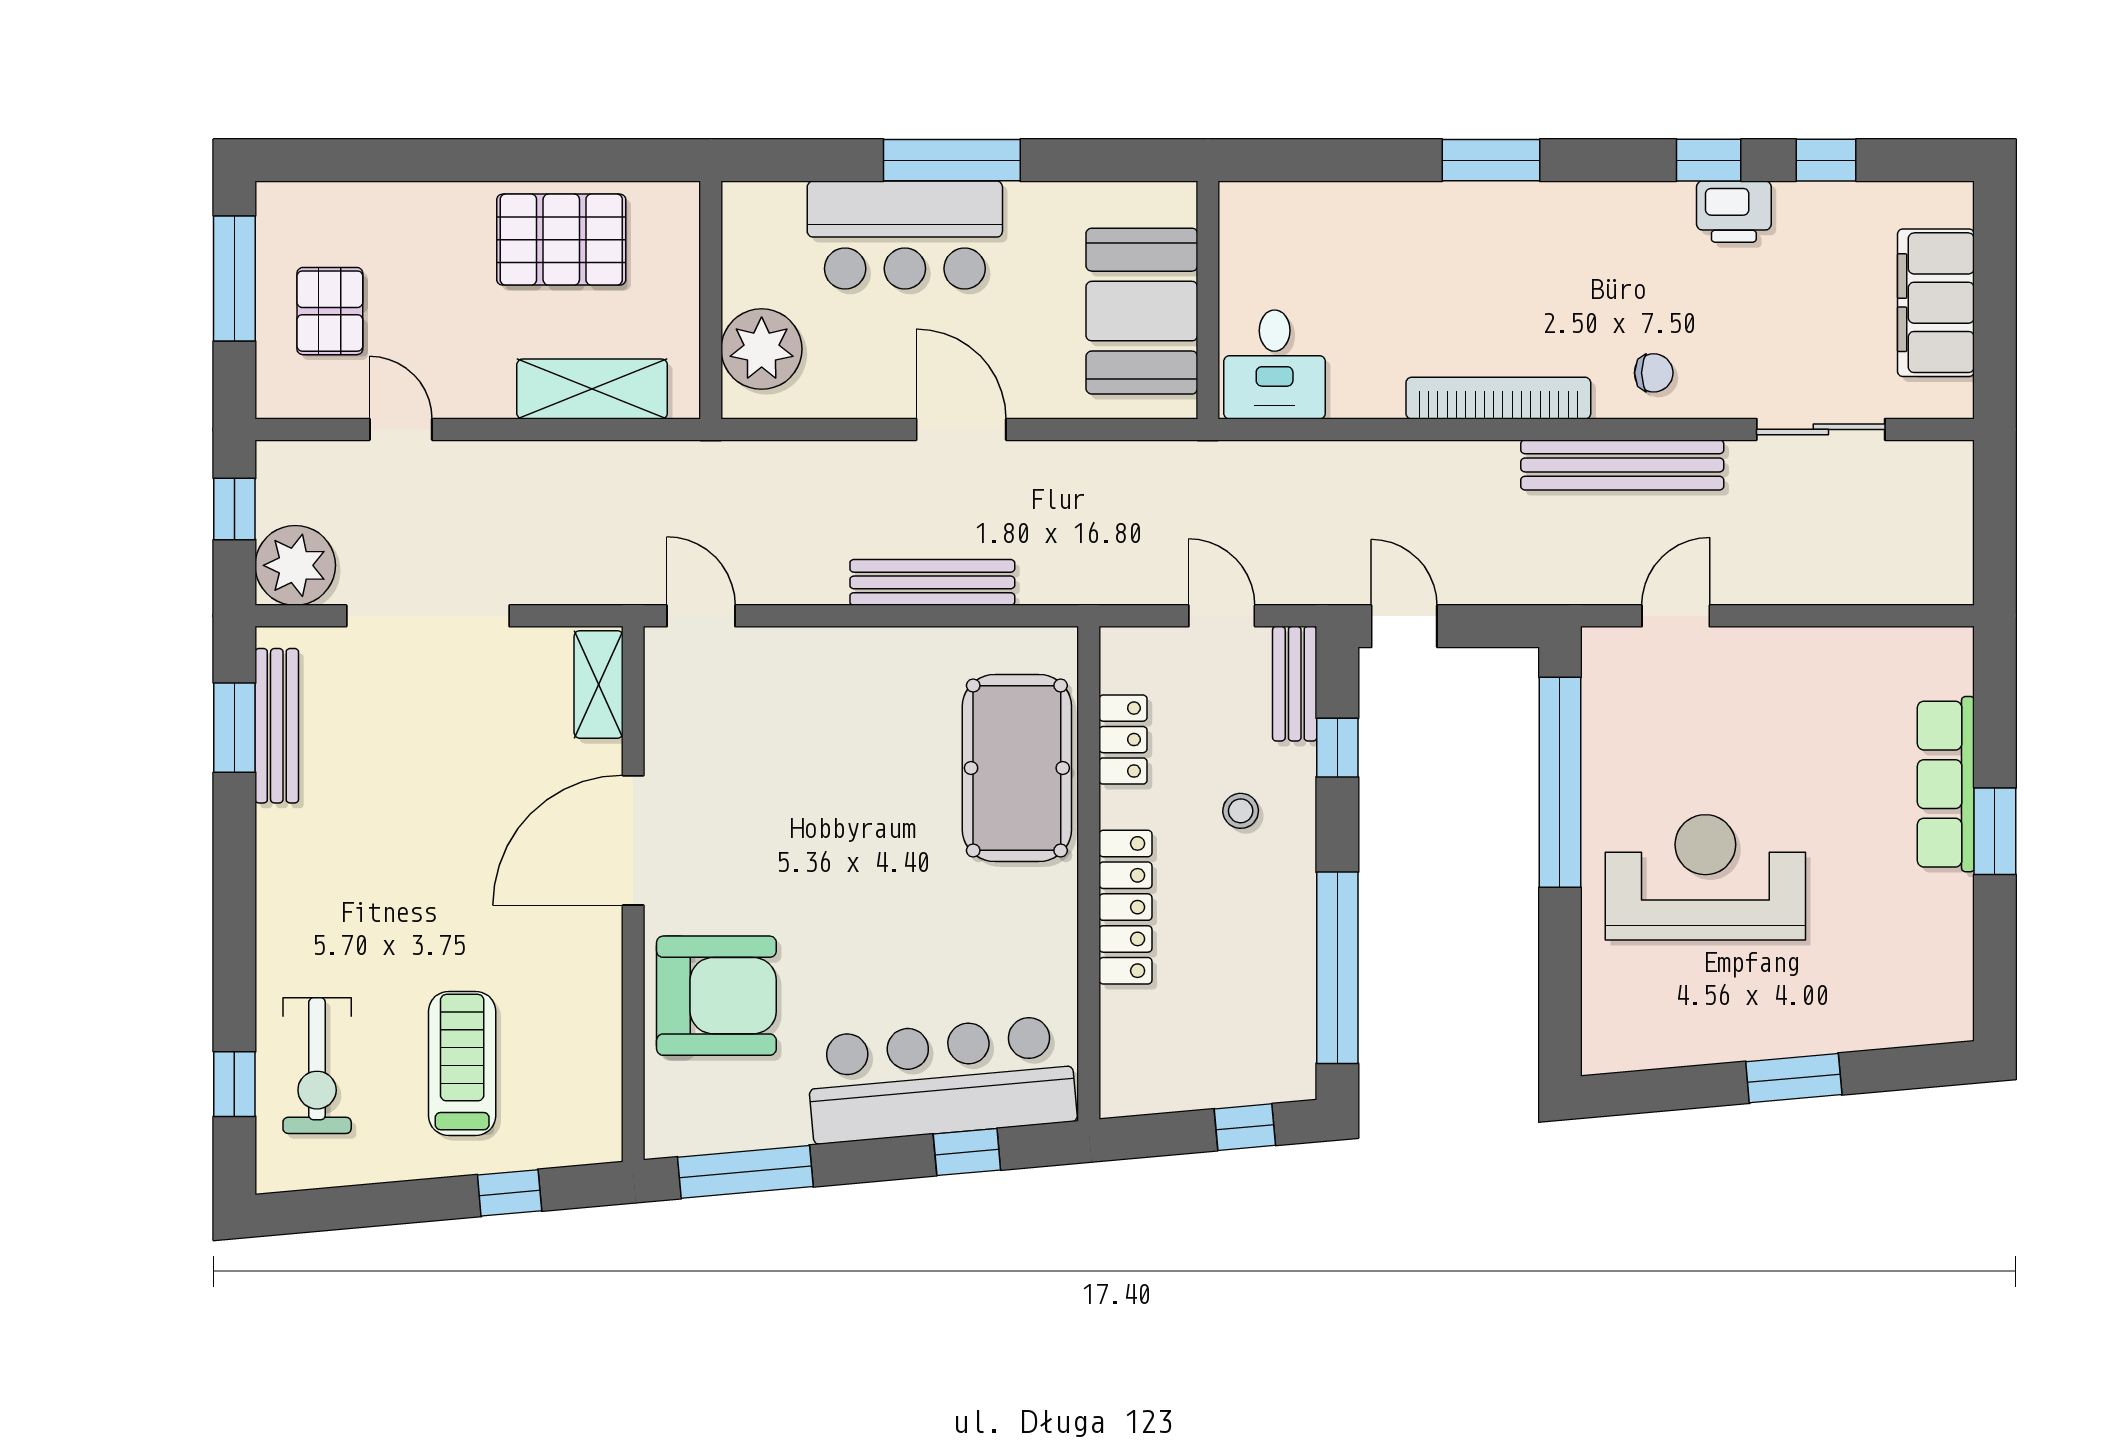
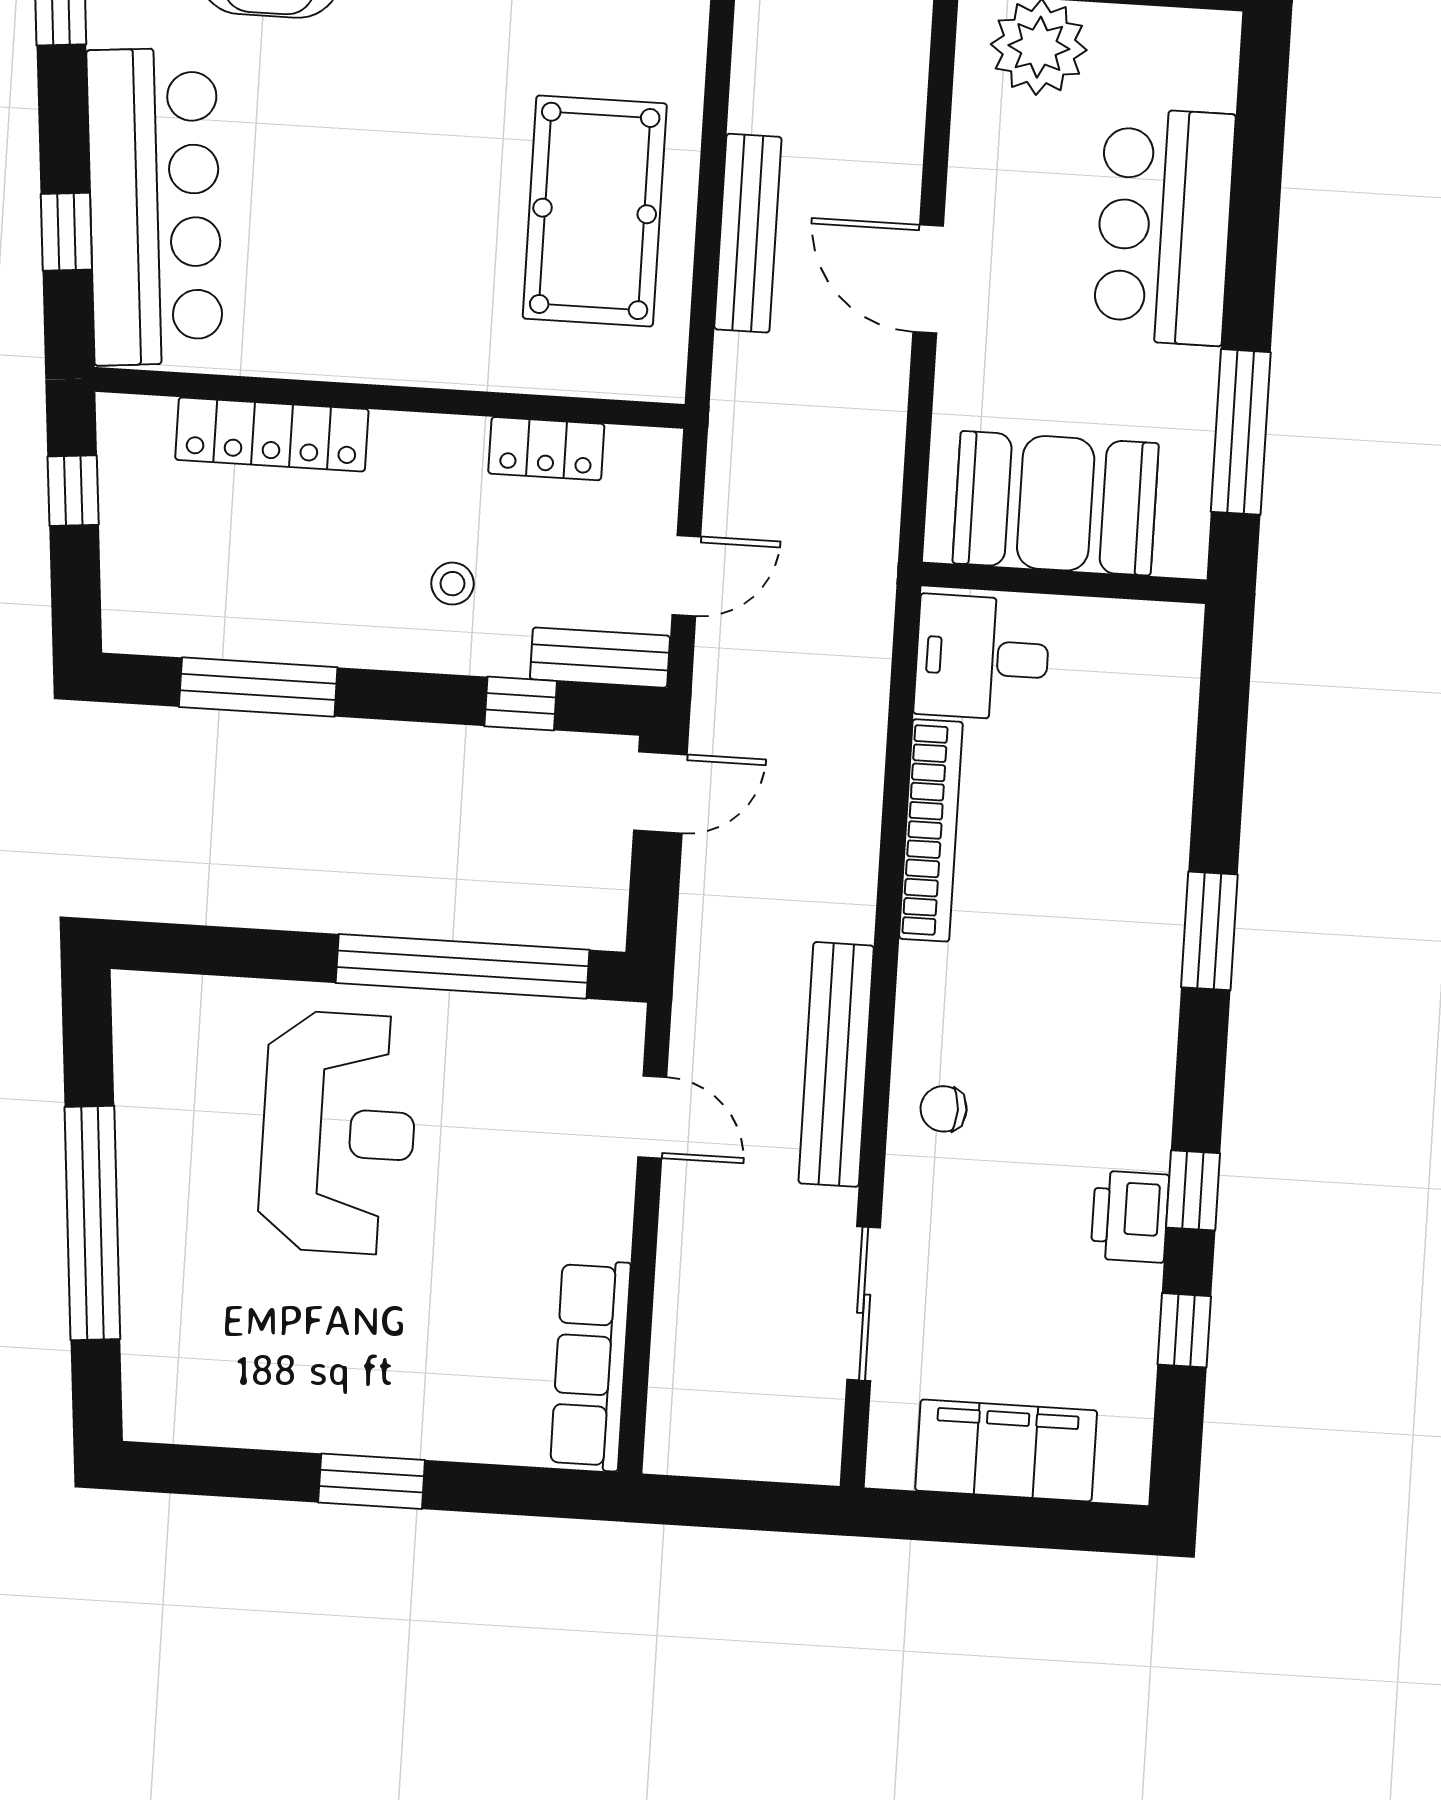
window: (952, 160) -> (1241, 432), moved
chair: (1654, 373) -> (944, 1109), turned 90
bookcase: (1498, 398) -> (931, 830), moved
door: (961, 429) -> (928, 279), swing flipped
pool table: (1017, 768) -> (595, 211), moved, turned 90
row of seats: (1946, 784) -> (590, 1365), moved, turned -90
locker: (1125, 907) -> (272, 434), moved
window: (1337, 968) -> (258, 687), width x0.68
window: (1794, 1078) -> (92, 1223), width x2.11
window: (1245, 1127) -> (73, 491), moved

